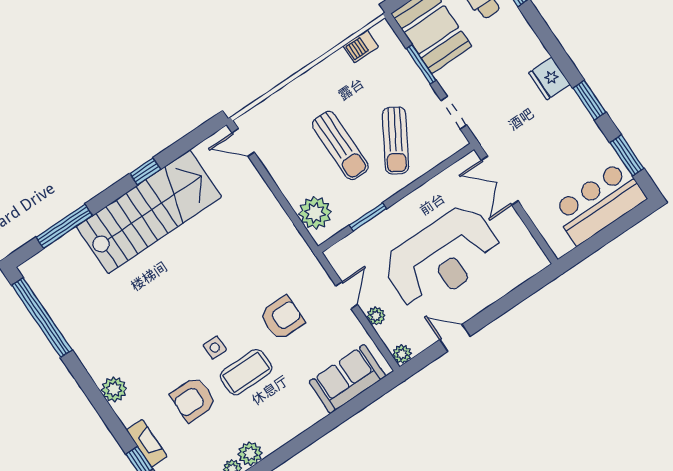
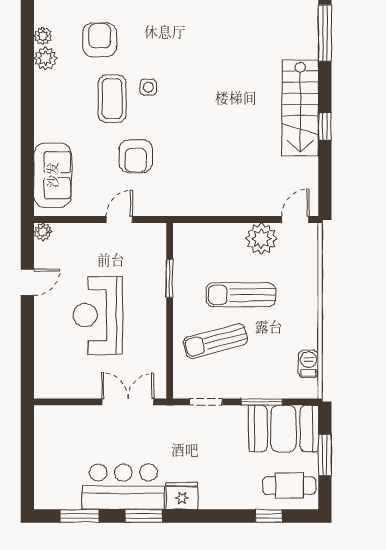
sun lounger: (396, 140) -> (215, 341), turned -46
bar counter: (599, 203) -> (123, 487), moved, turned -90
stairs: (149, 212) -> (300, 108), width x0.73, depth x0.66
plant: (315, 213) -> (261, 239), moved
reception desk: (442, 257) -> (98, 315), width x0.74, depth x0.77
door: (347, 295) -> (119, 220), swing flipped
plant: (376, 316) -> (87, 232), removed
armchair: (193, 399) -> (100, 40), moved

